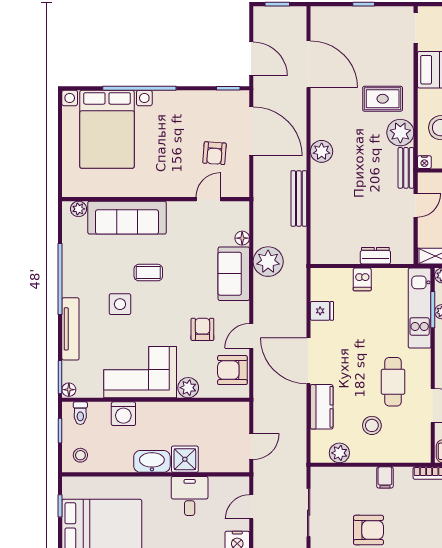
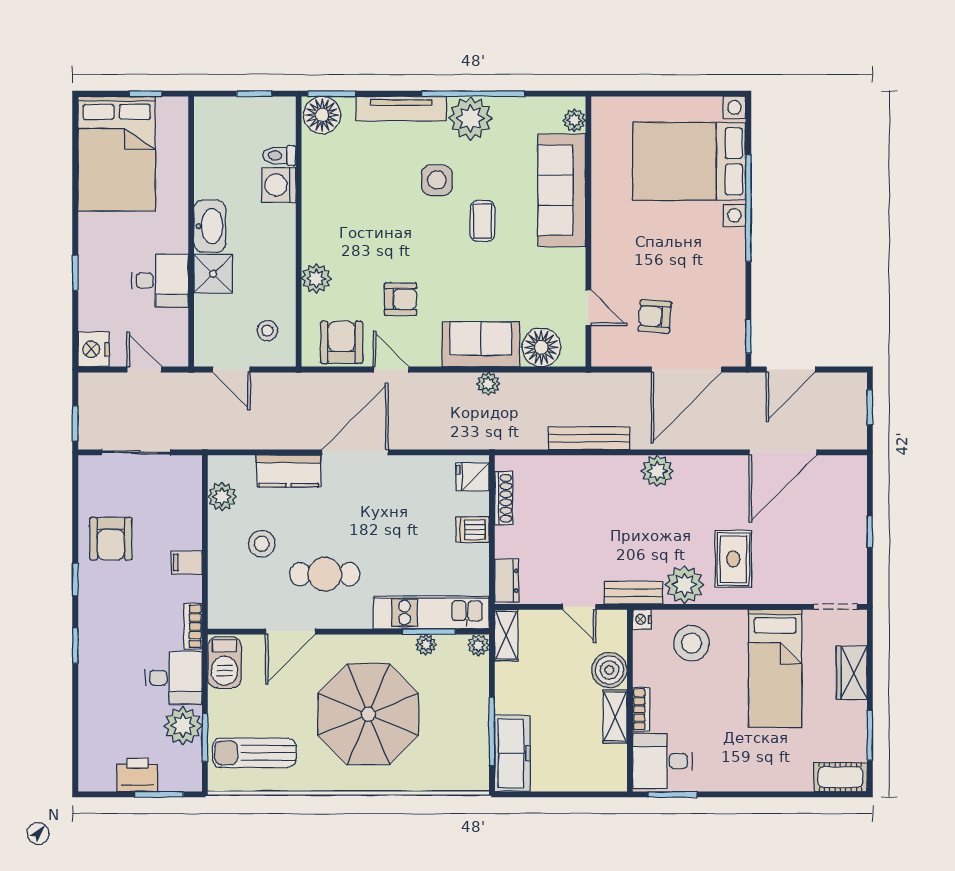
floor lamp: (242, 238) -> (541, 347), width x1.89, depth x1.89
dresser: (375, 256) -> (507, 581), moved
shoe rack: (340, 258) -> (504, 498), added
plant: (268, 262) -> (488, 384), width x0.53, depth x0.53
plant: (77, 281) -> (470, 118), added
fridge: (322, 311) -> (473, 477), moved, turned 90
corner sofa: (140, 372) -> (339, 209), removed
floor lamp: (69, 390) -> (322, 115), width x1.89, depth x1.89
toilet: (80, 413) -> (280, 155), moved
stool: (80, 455) -> (267, 331), moved

